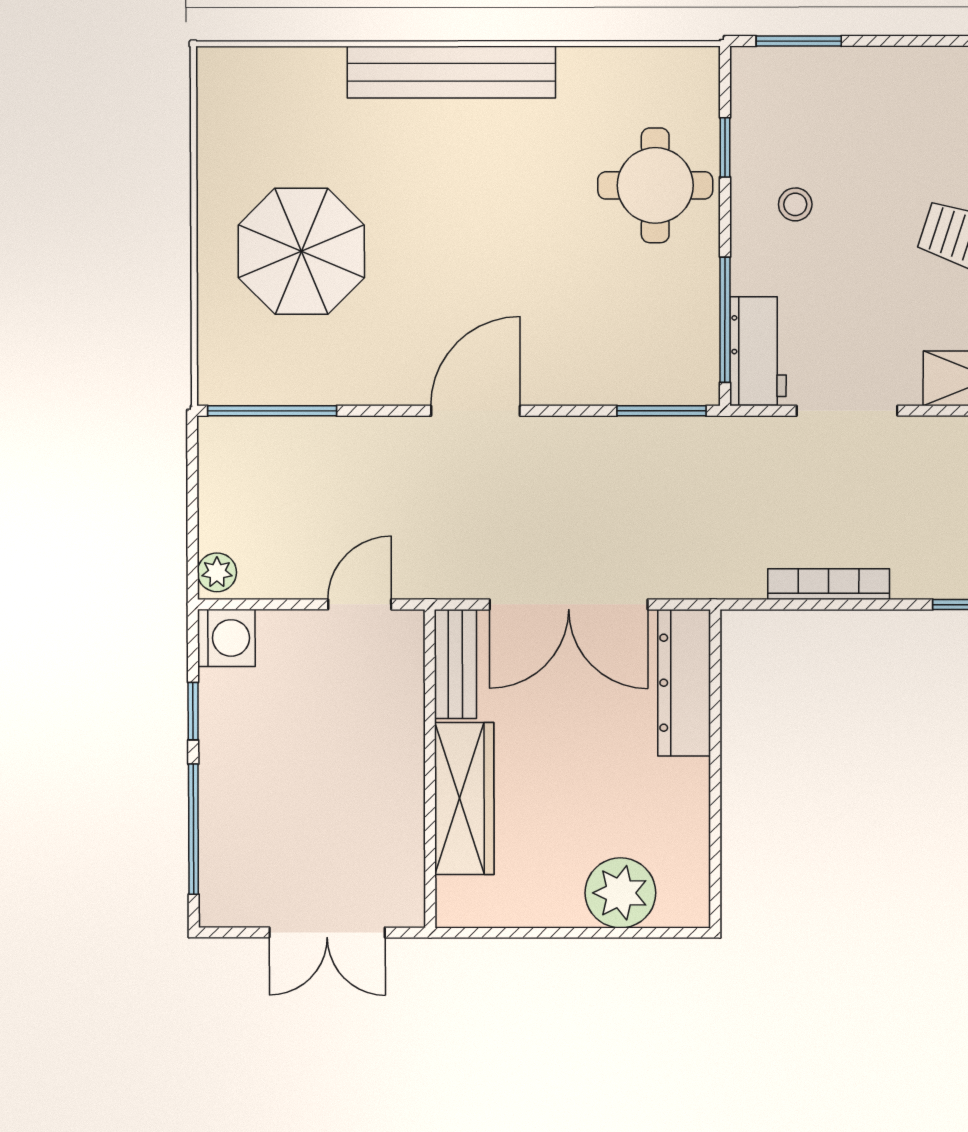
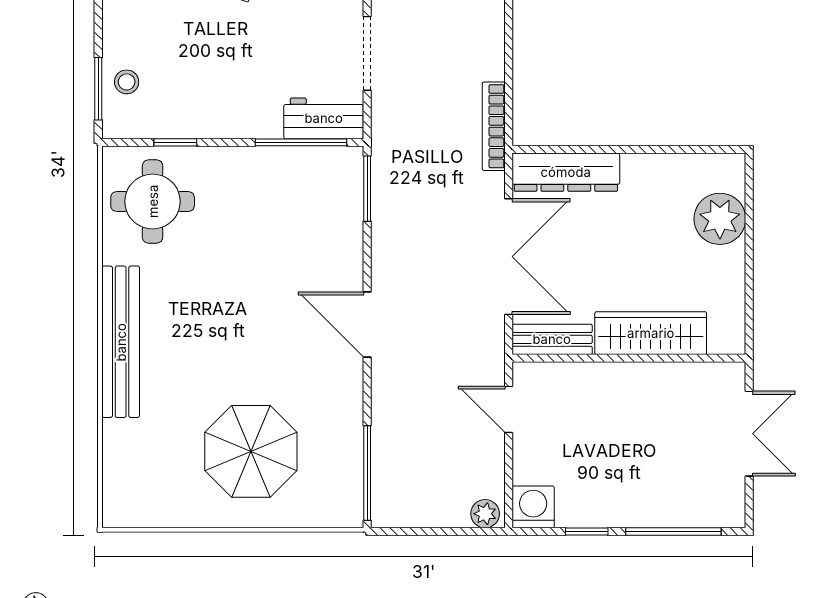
round table: (655, 185) -> (153, 201), moved
stool: (795, 204) -> (127, 82), moved
bookcase: (829, 584) -> (494, 126), moved

